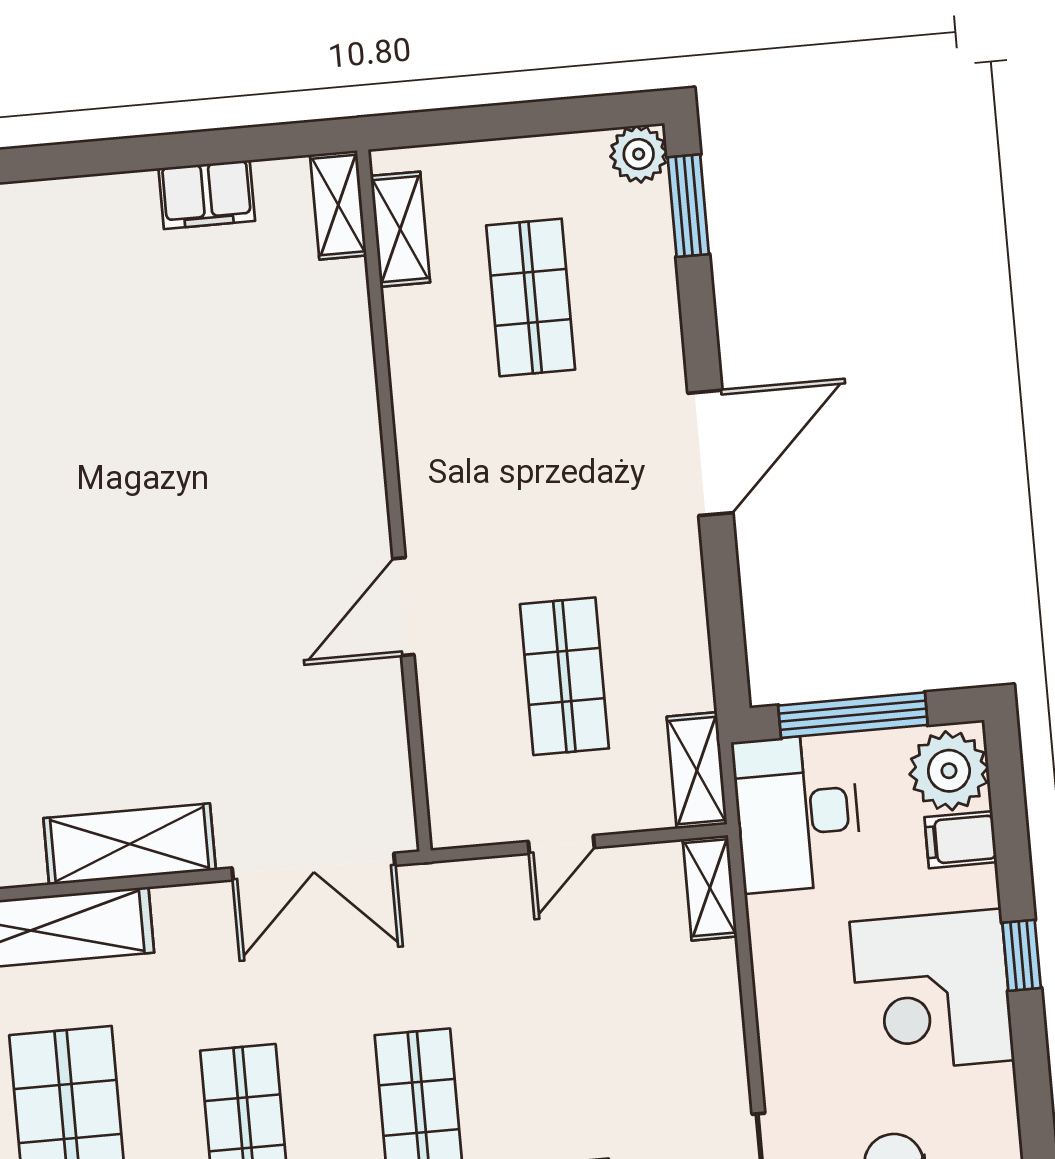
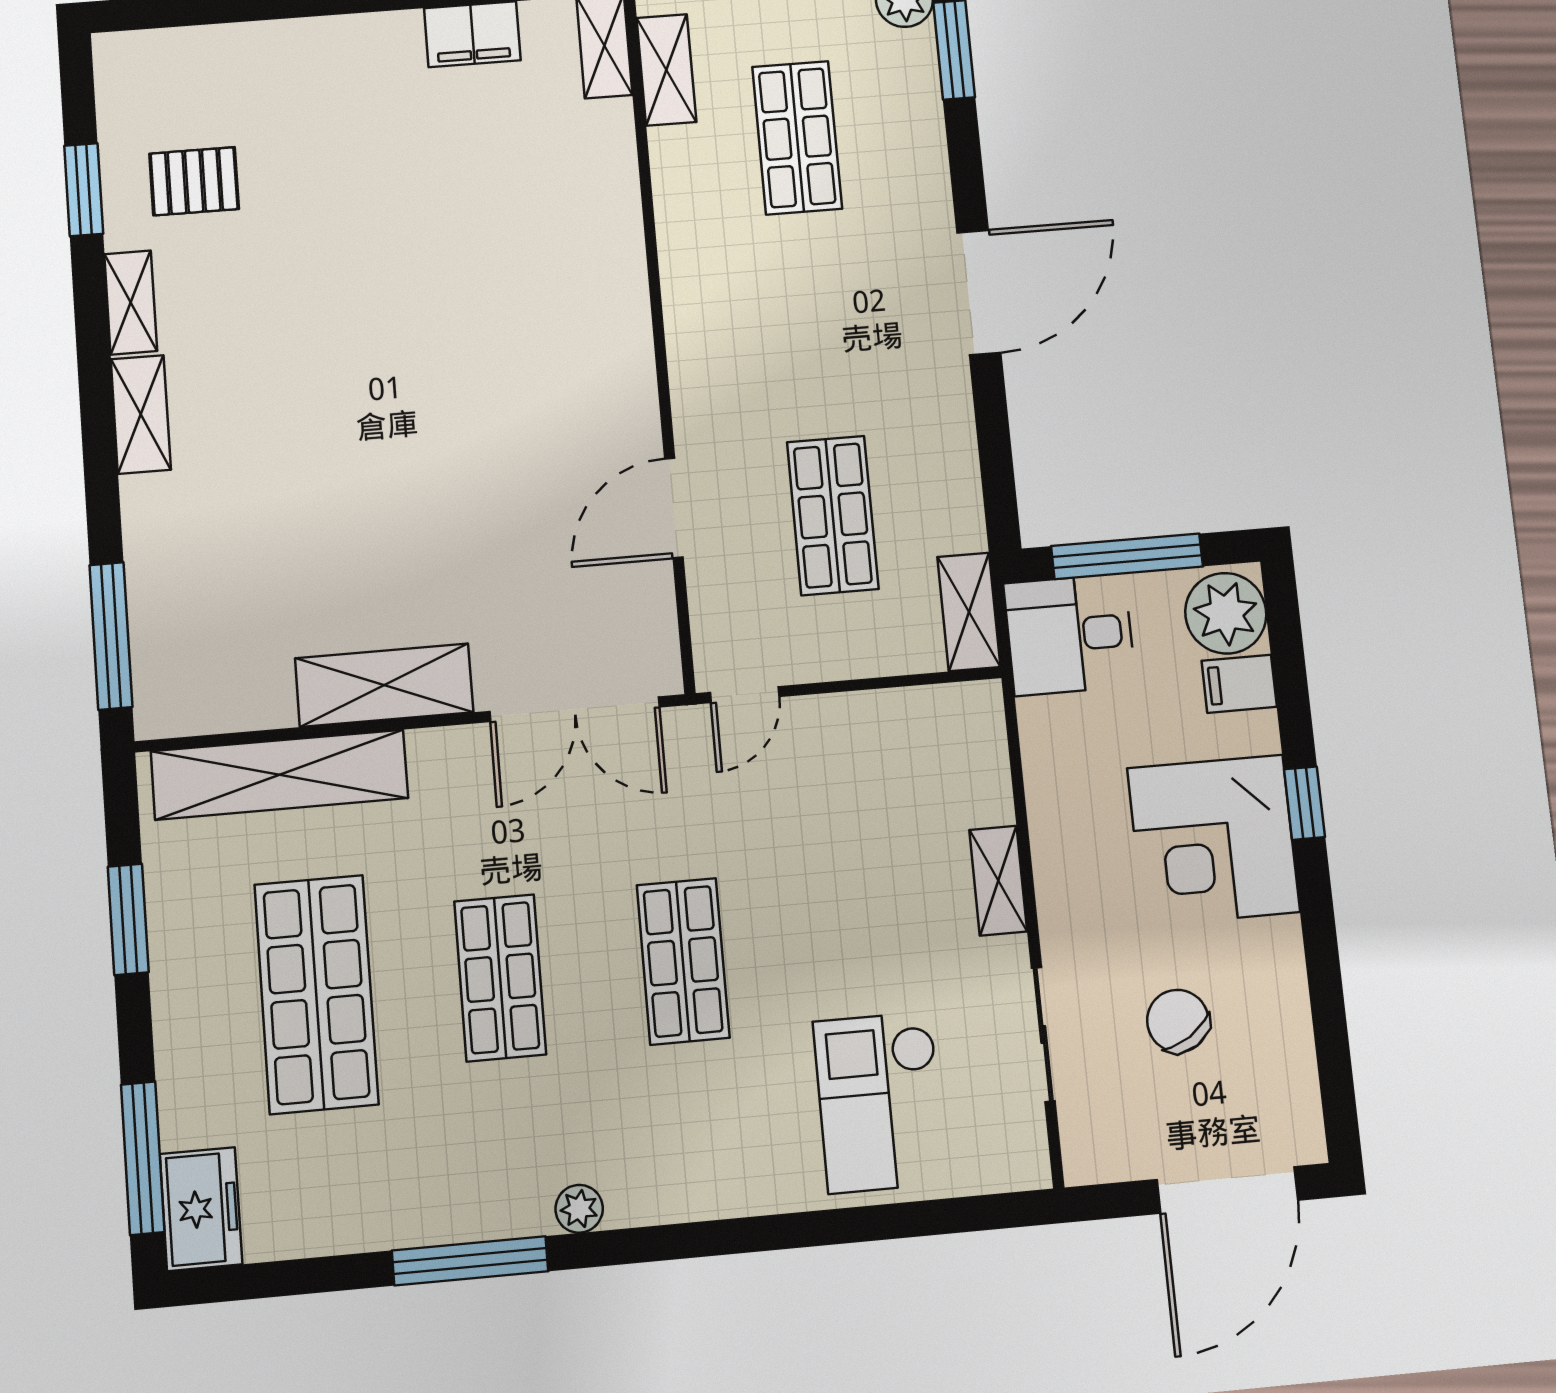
door: (403, 607) -> (674, 508), moved
desk: (797, 813) -> (1070, 635), width x0.73
door: (561, 844) -> (745, 695), moved
shelving: (710, 888) -> (998, 881), moved

